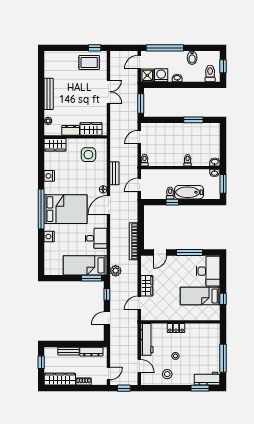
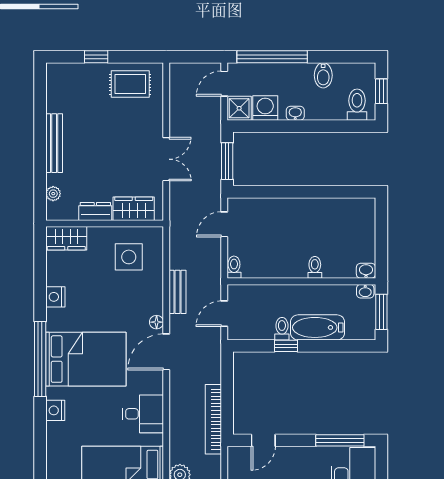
window: (95, 48) -> (96, 57), moved
double door: (108, 92) -> (166, 159), moved
window: (193, 120) -> (326, 192), removed
window: (190, 252) -> (340, 440), moved

